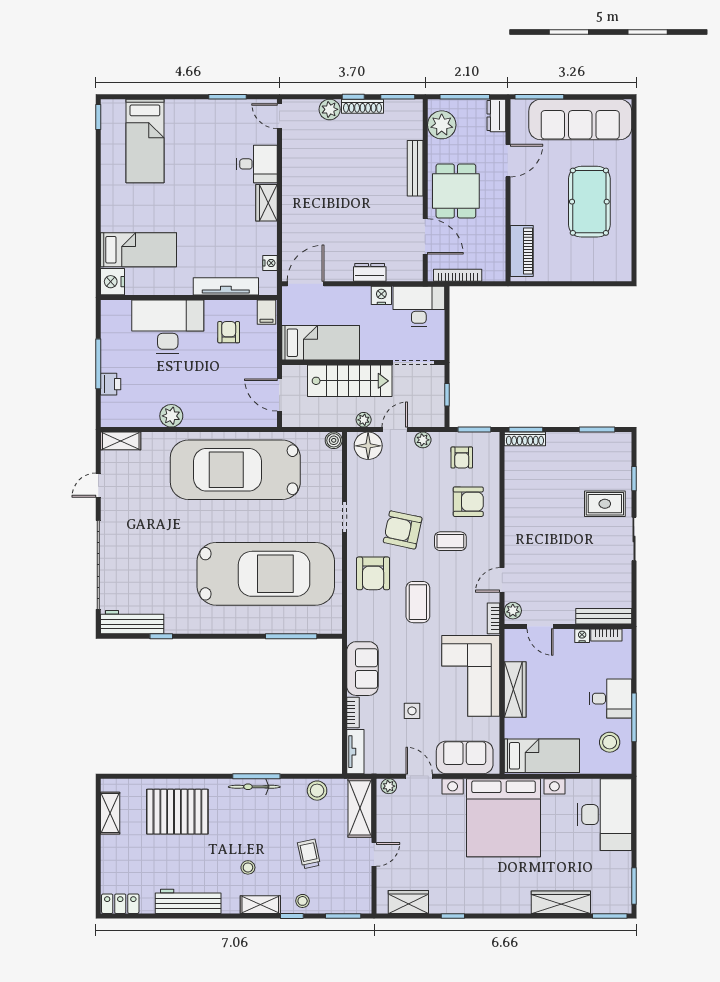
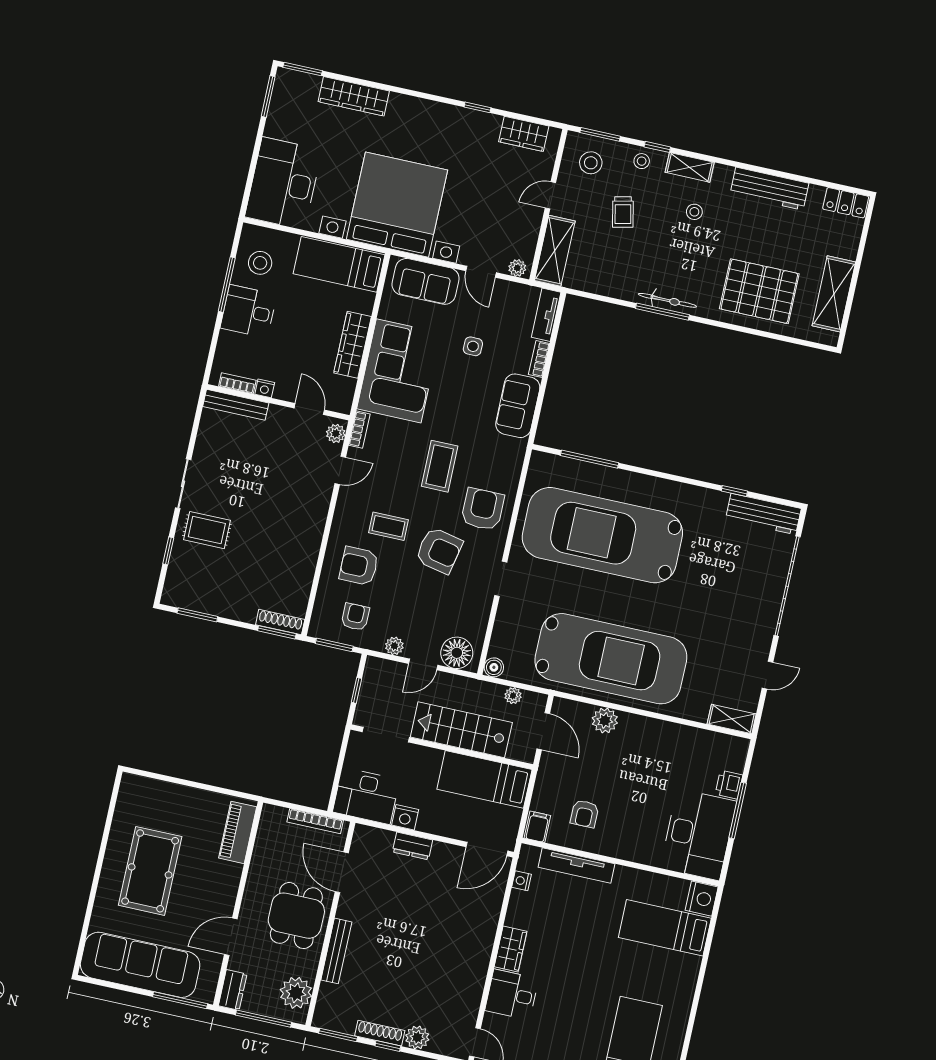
desk: (168, 327) -> (698, 835), moved, turned -90
plant: (171, 416) -> (605, 720), moved
plant: (364, 420) -> (513, 696), moved
stool: (317, 791) -> (591, 163), moved
shelving: (110, 813) -> (834, 294), width x1.50, depth x1.33

